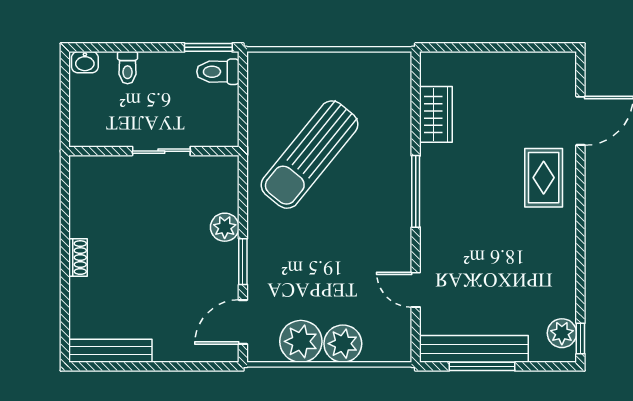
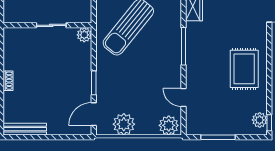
rug: (544, 178) -> (244, 69), moved, width x1.36, depth x1.43
plant: (225, 227) -> (84, 35), moved
plant: (343, 344) -> (169, 125), moved
bench: (474, 349) -> (214, 128), removed

